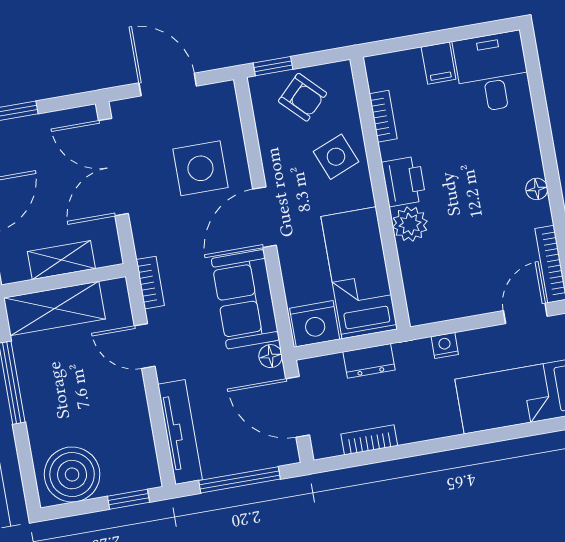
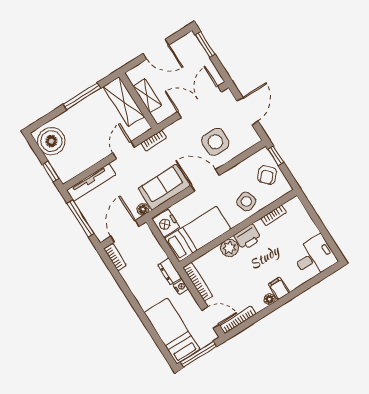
filing cabinet: (439, 63) -> (279, 288), moved, turned 90
bookcase: (449, 310) -> (198, 282), added
dresser: (369, 361) -> (170, 271), moved
bookcase: (369, 440) -> (115, 257), moved

